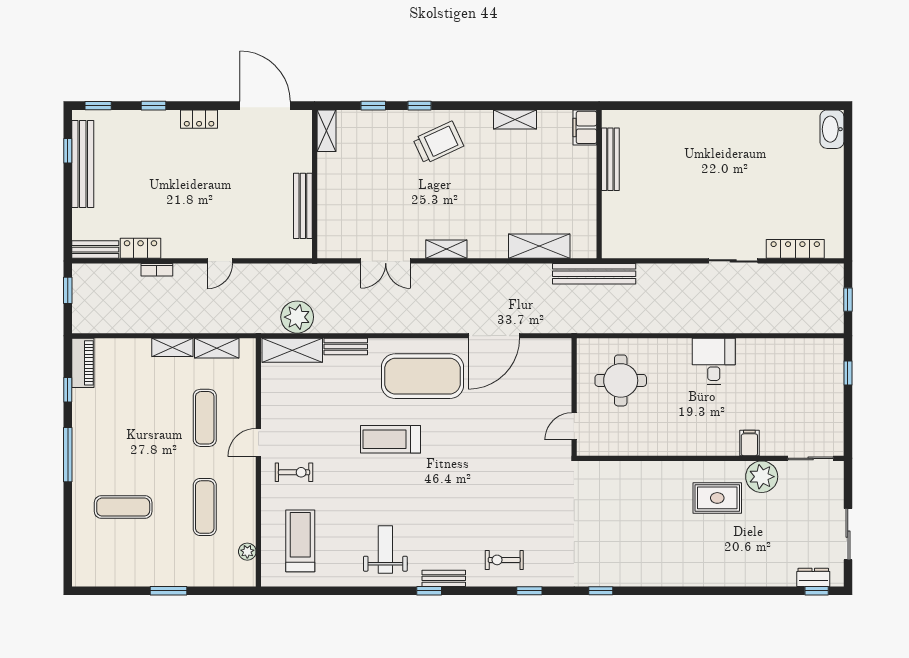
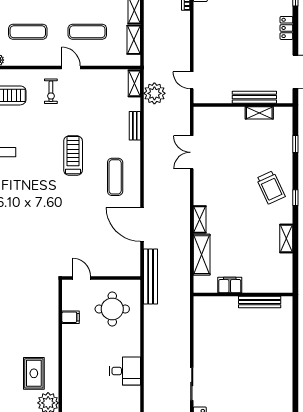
window: (419, 106) -> (295, 198), moved
filing cabinet: (585, 127) -> (230, 285), moved
shelving: (326, 131) -> (259, 113), moved
bench: (303, 206) -> (254, 97), moved
shelving: (446, 249) -> (200, 219), moved
door: (220, 261) -> (192, 80), moved
bench: (594, 274) -> (151, 277), moved
shelving: (292, 350) -> (134, 83), width x0.67, depth x0.75
exercise mat: (422, 376) -> (115, 177), width x0.50, depth x0.69
filing cabinet: (749, 443) -> (71, 317), moved

